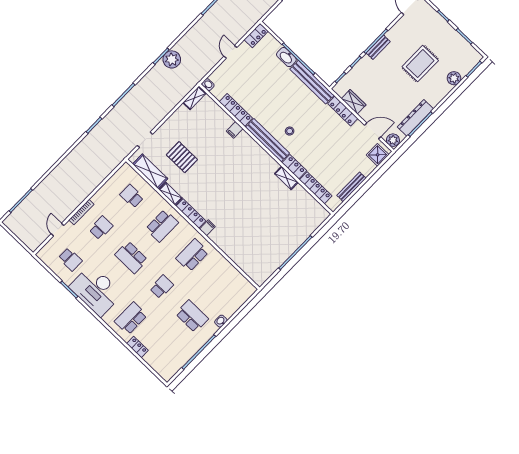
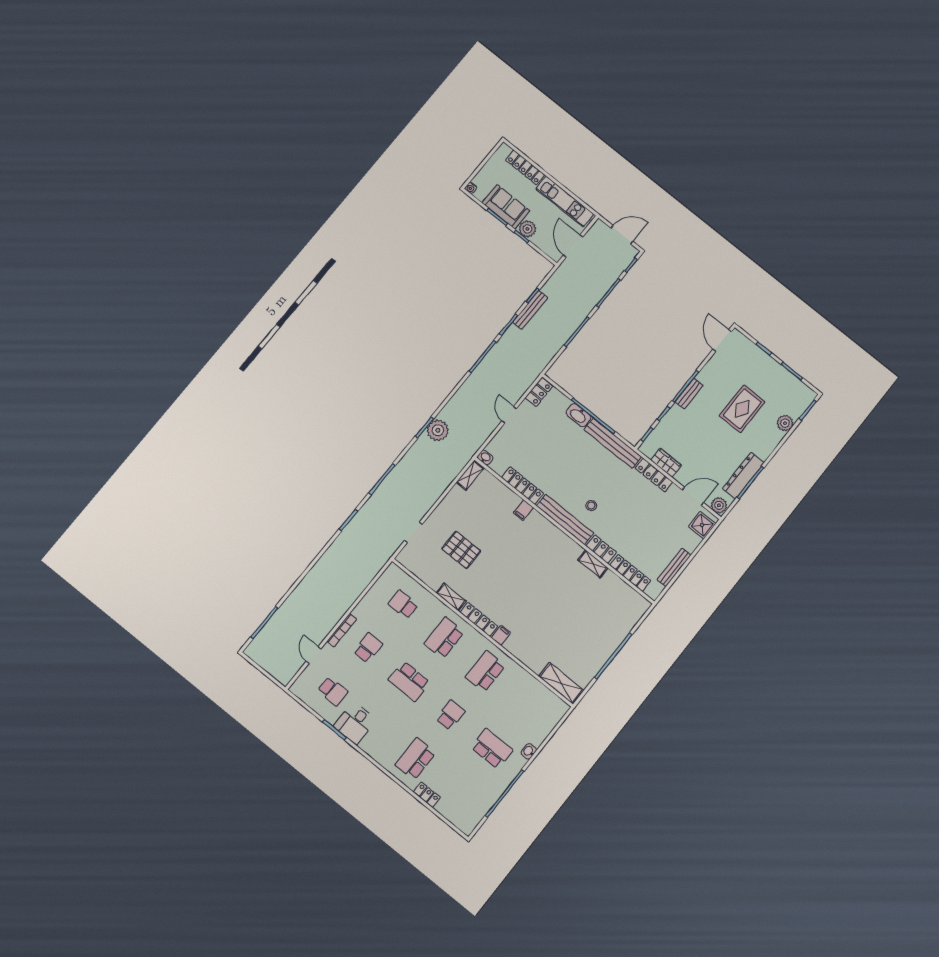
shelving: (150, 171) -> (561, 683), moved
school desk: (162, 226) -> (444, 638), turned 180
desk: (96, 290) -> (355, 723), width x0.53, depth x0.77

